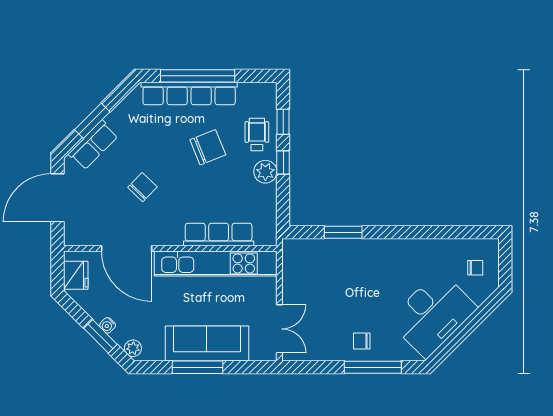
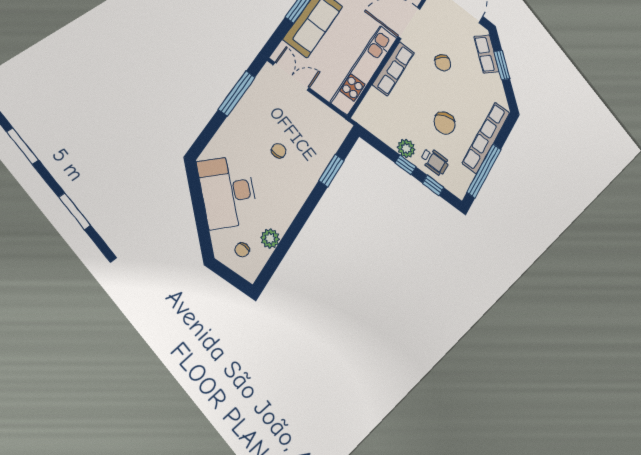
window: (198, 76) -> (484, 171), moved
row of seats: (219, 235) -> (394, 69), moved
plant: (448, 249) -> (270, 238), added
double door: (279, 329) -> (291, 76), swing flipped
chair: (362, 341) -> (279, 151), moved
window: (373, 367) -> (237, 93), moved

